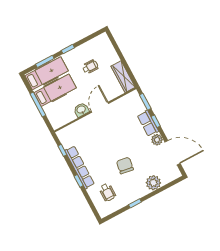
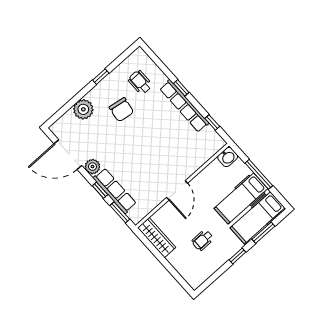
washbasin: (81, 110) -> (228, 157), moved
row of seats: (148, 123) -> (115, 191), width x1.48
chair: (125, 165) -> (121, 110), moved

